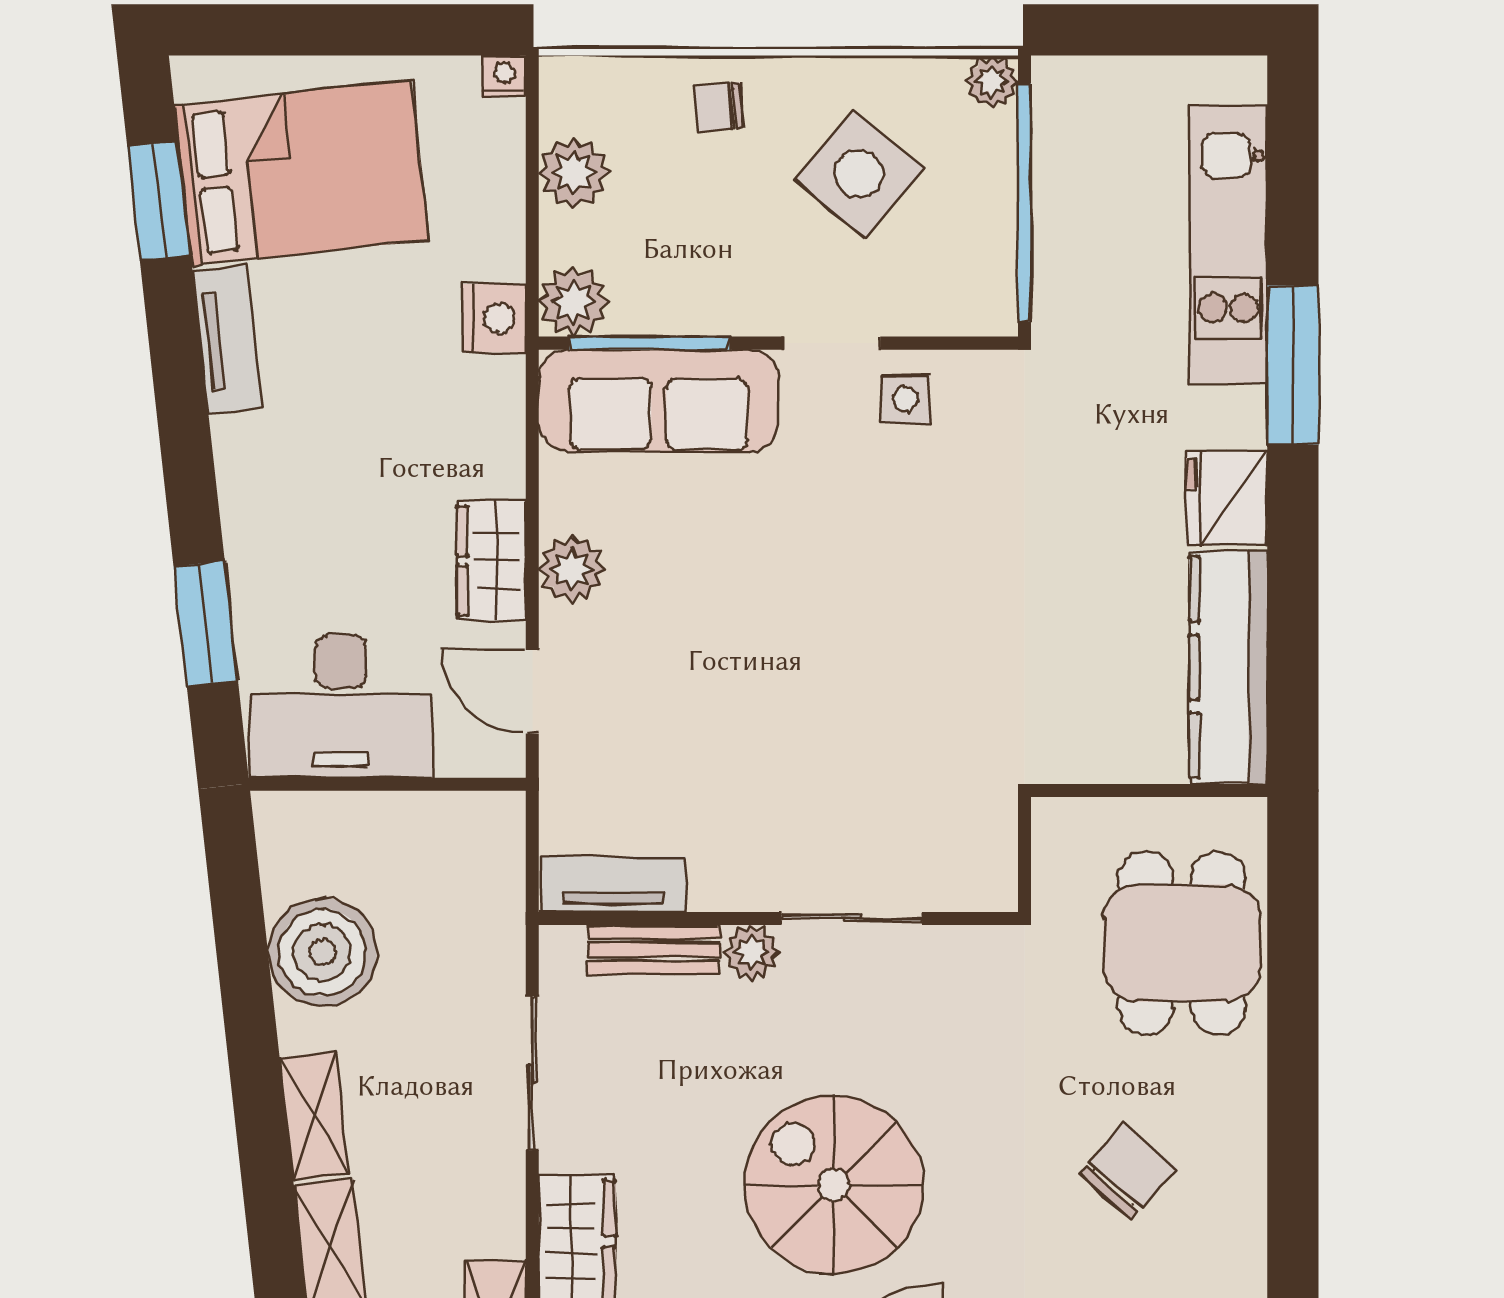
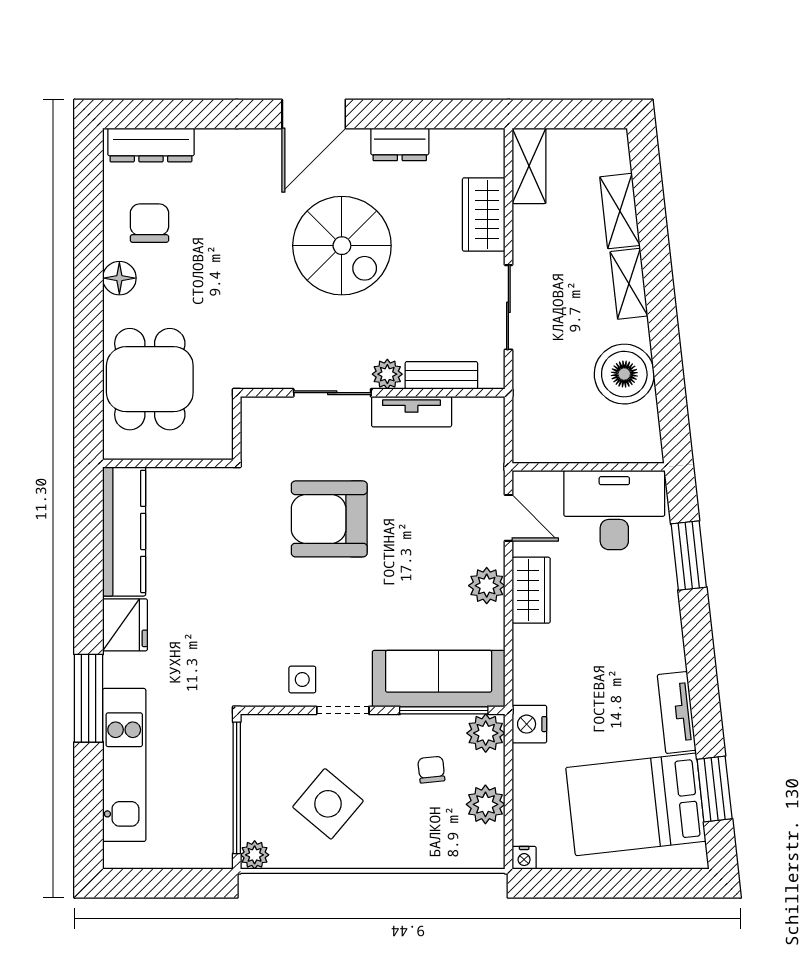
chair: (719, 107) -> (431, 770), moved, turned -90
armchair: (857, 690) -> (329, 519), added
tv unit: (613, 884) -> (412, 412), moved
floor lamp: (1237, 1126) -> (119, 278), added
chair: (1127, 1171) -> (149, 223), moved, turned 139

